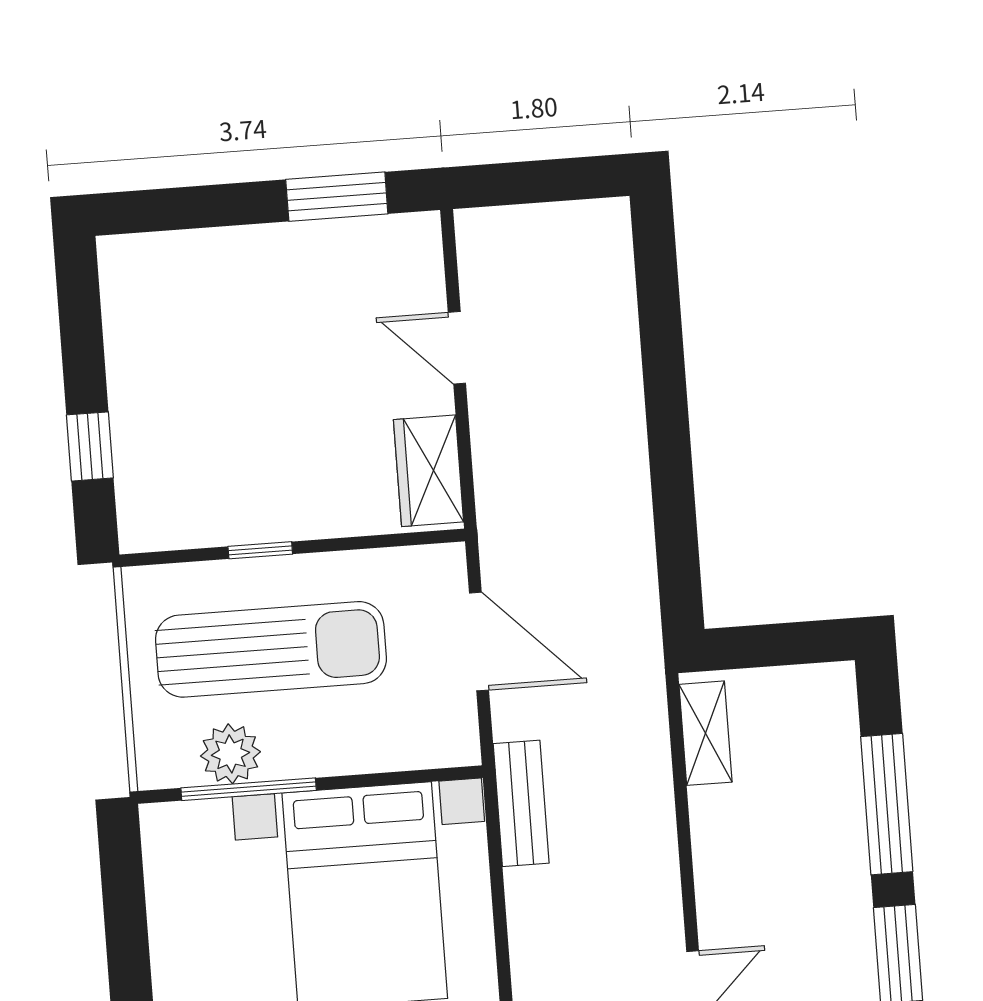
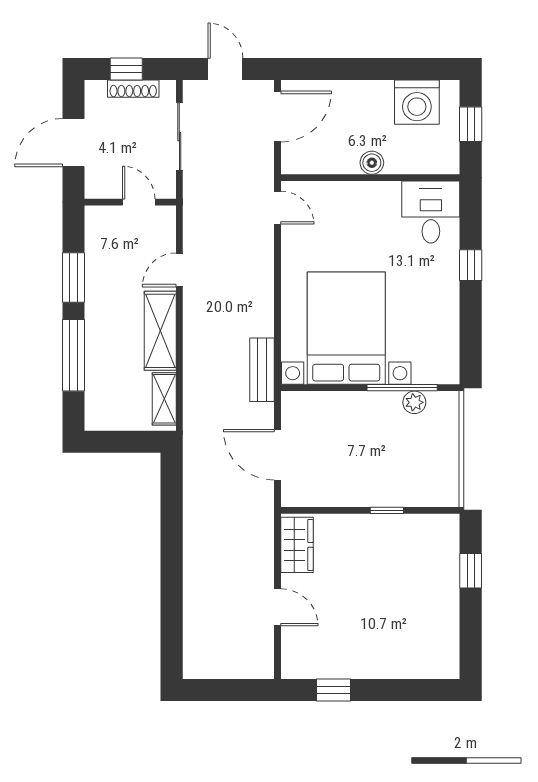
window: (337, 197) -> (334, 690), width x0.67
sun lounger: (271, 649) -> (385, 459), removed
plant: (230, 754) -> (414, 402), width x0.73, depth x0.73
shelving: (723, 864) -> (160, 331), added

